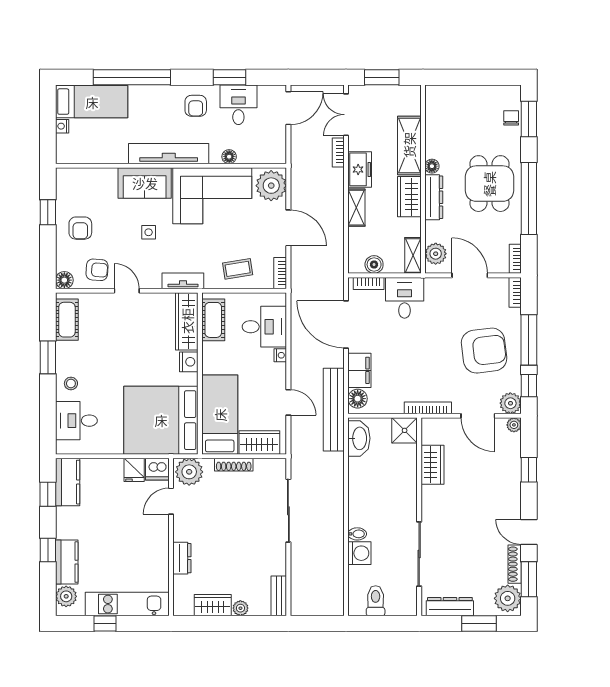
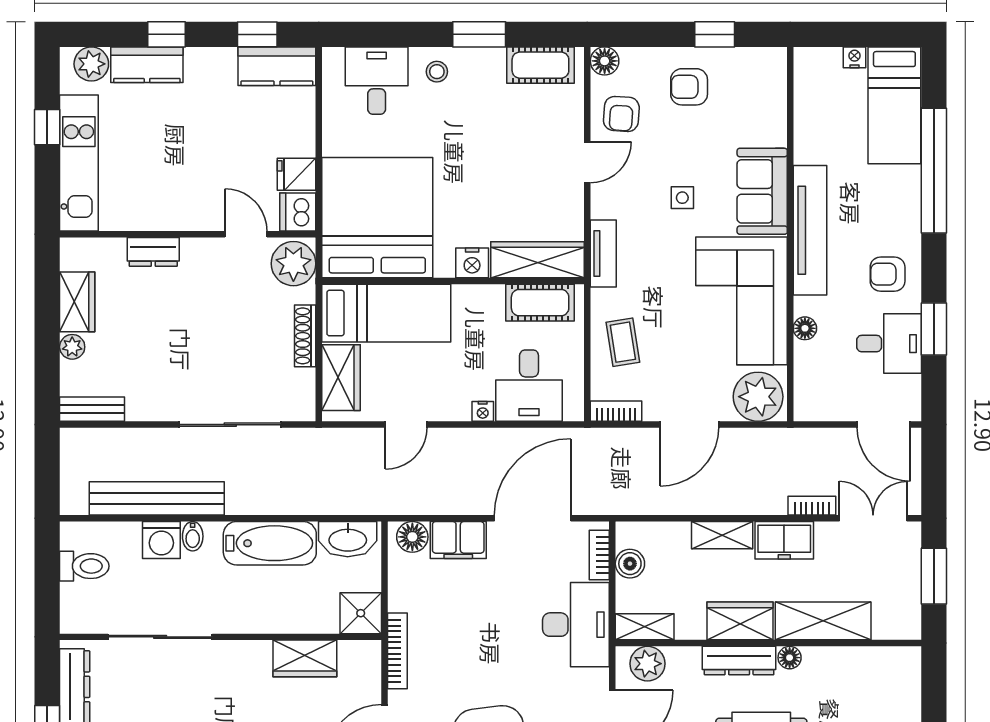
desk: (405, 298) -> (576, 625), width x1.37
bench: (334, 410) -> (157, 498), moved
bathtub: (361, 486) -> (270, 543), added

